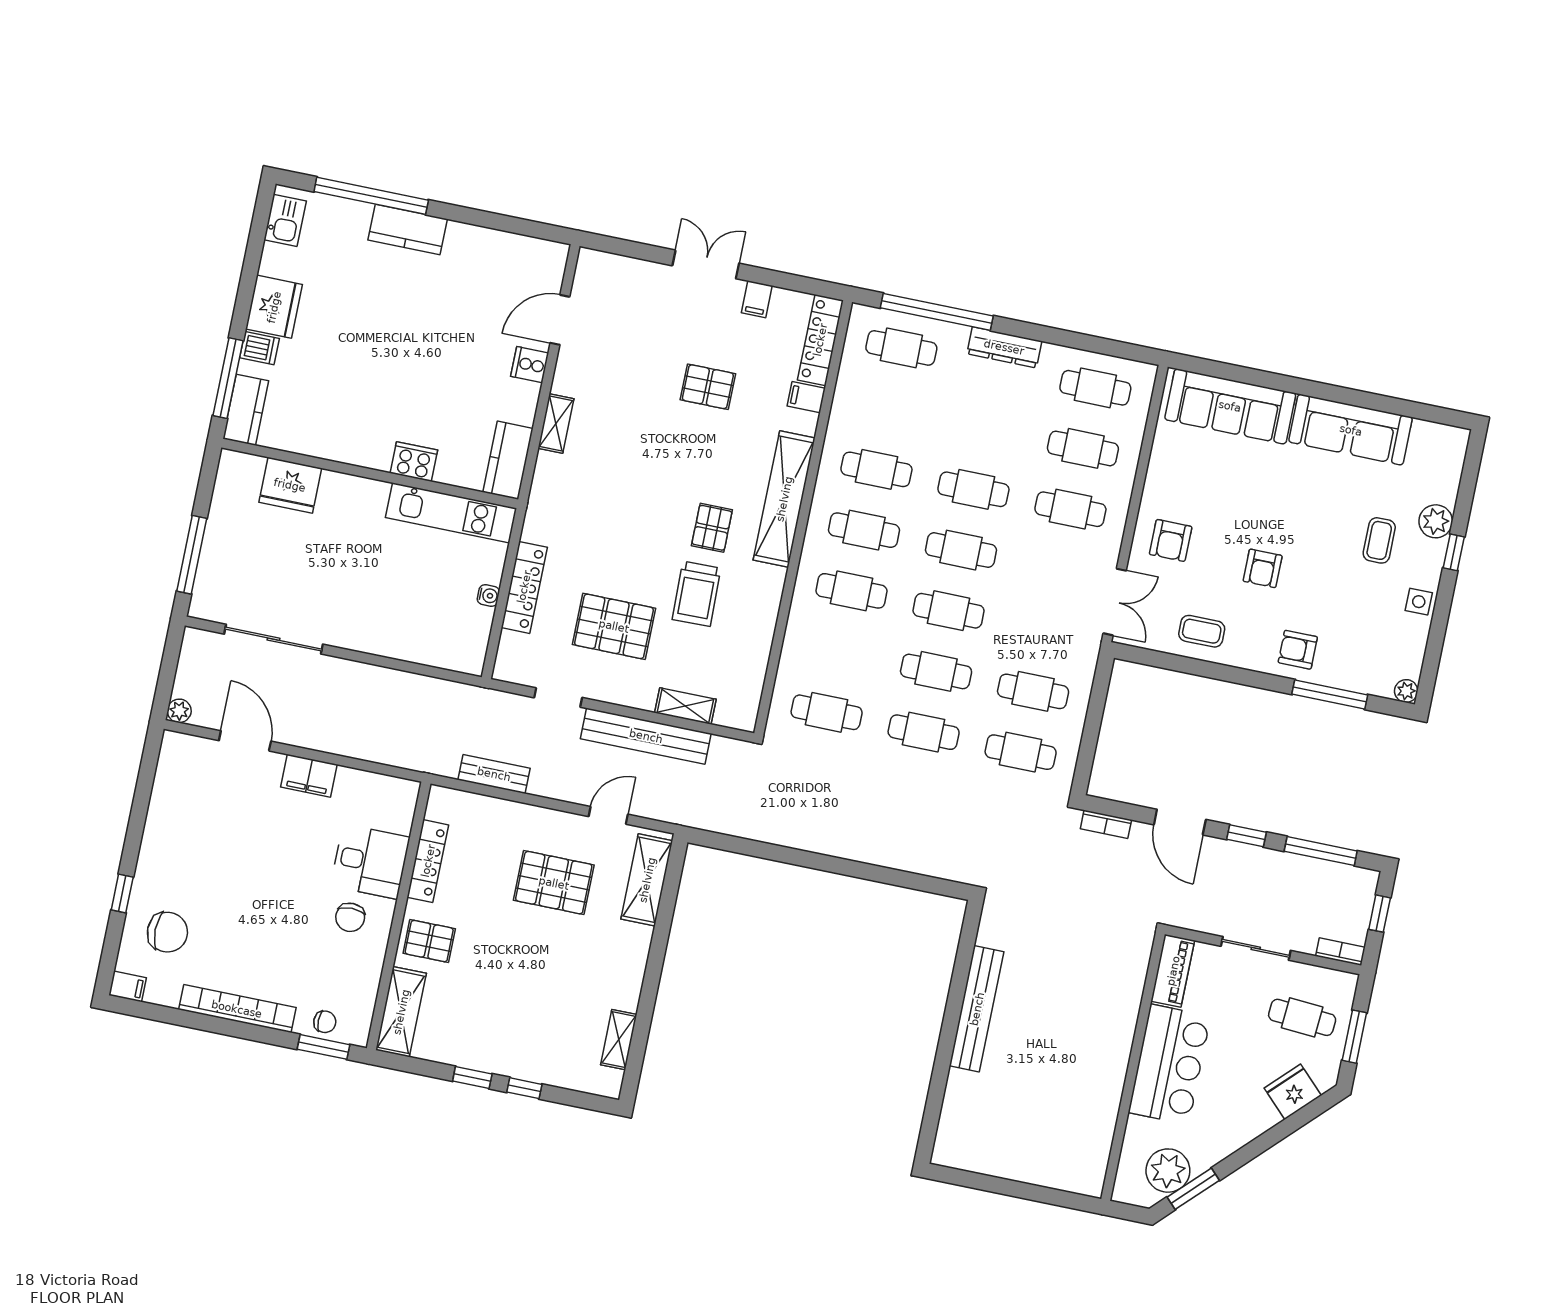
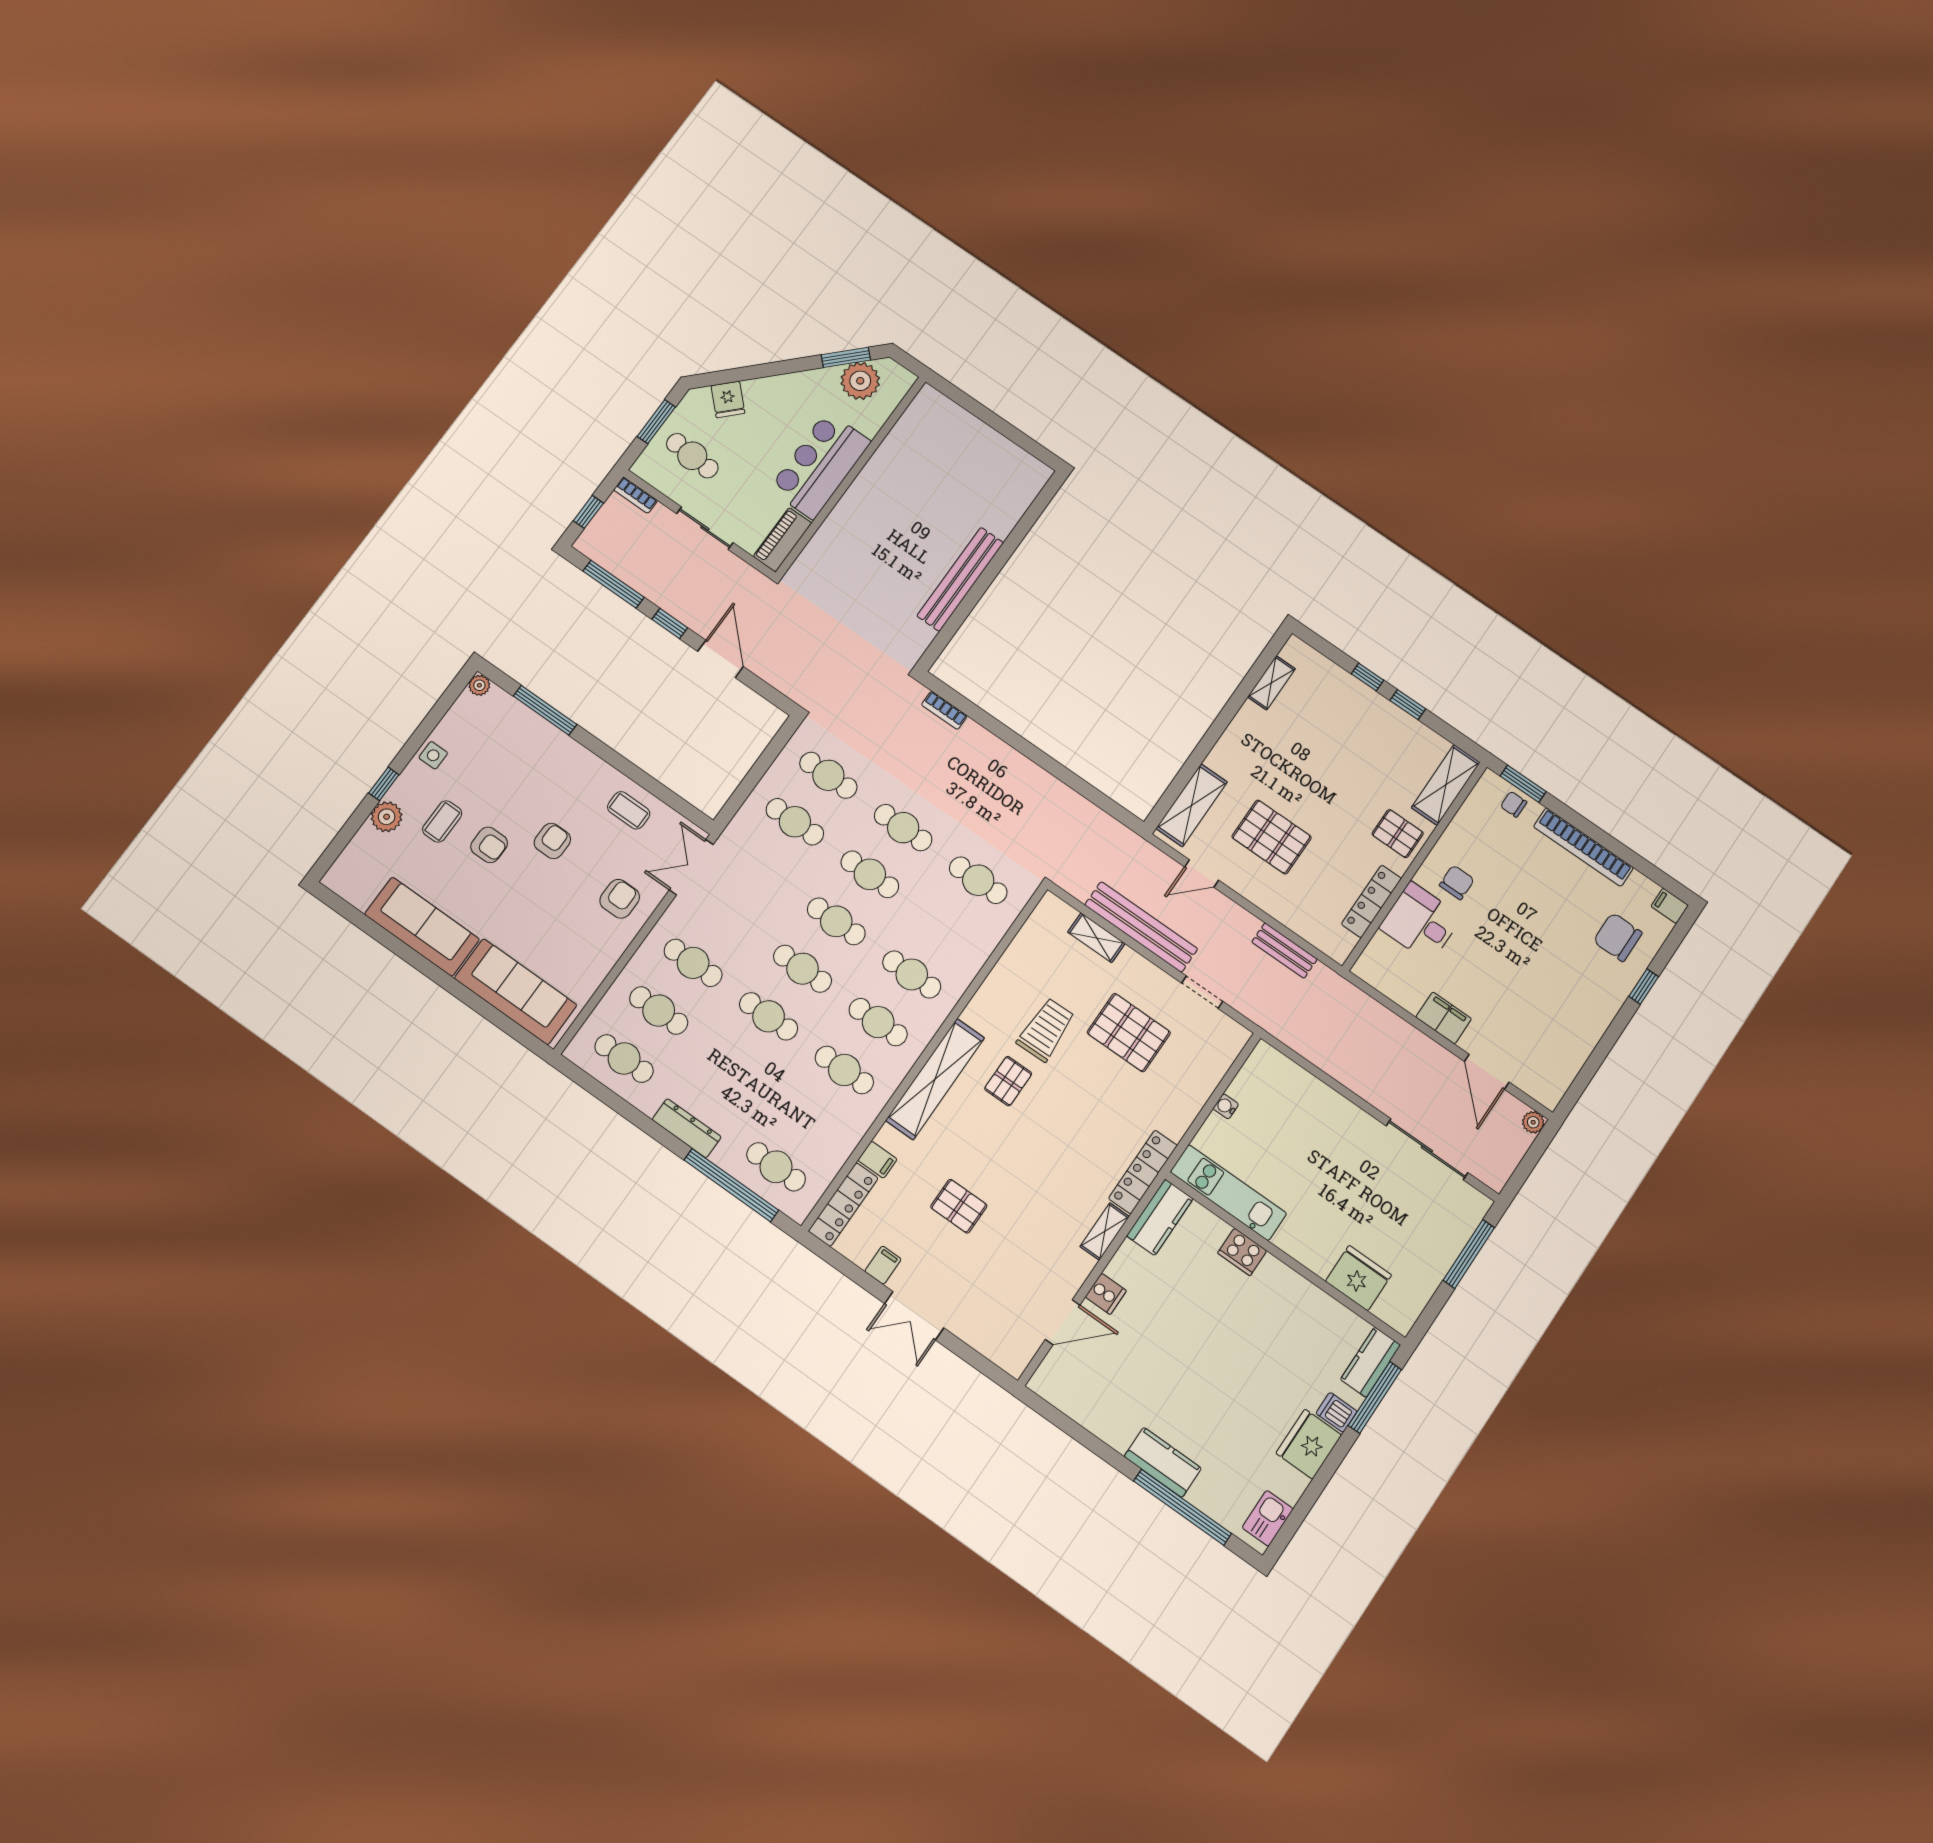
locker: (524, 587) -> (1143, 1172), moved
armchair: (1298, 650) -> (489, 845), moved
bookcase: (1106, 824) -> (944, 710), moved, turned 180
fridge: (1293, 1092) -> (728, 399), width x0.72

